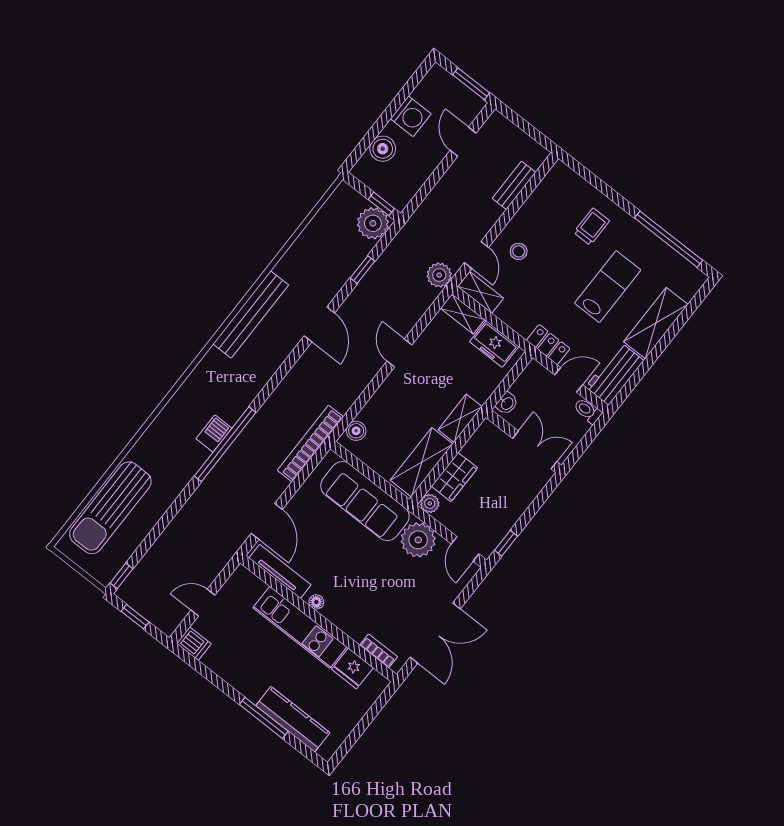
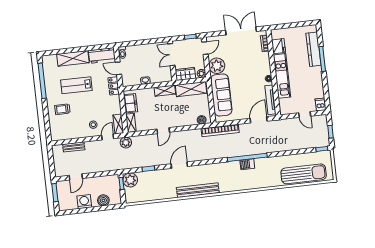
wall: (524, 441) -> (172, 61), moved
double door: (535, 450) -> (171, 55), moved

